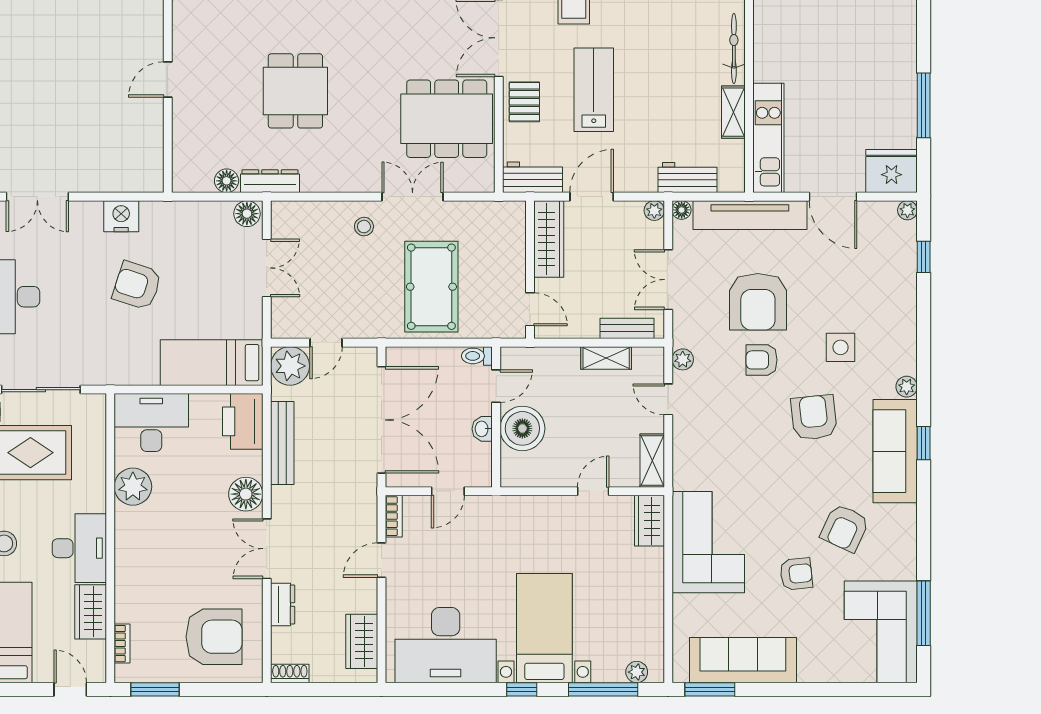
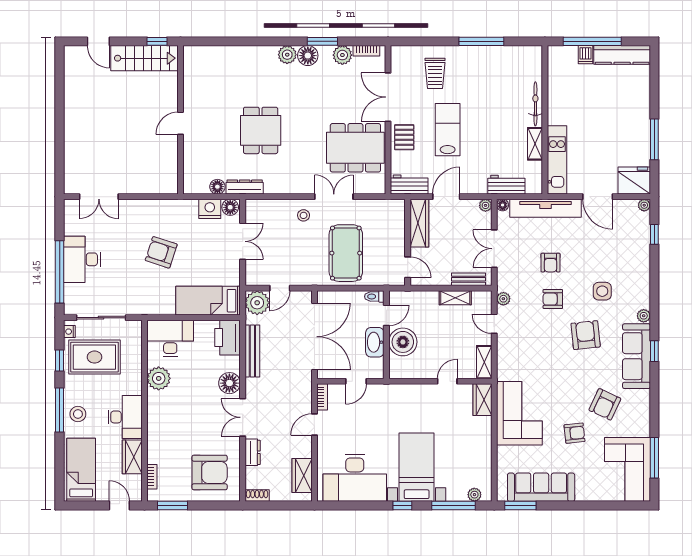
nightstand: (121, 216) -> (210, 209), moved
armchair: (758, 302) -> (550, 263), width x0.53, depth x0.53
washbasin: (482, 429) -> (375, 342), width x1.91, depth x1.45

